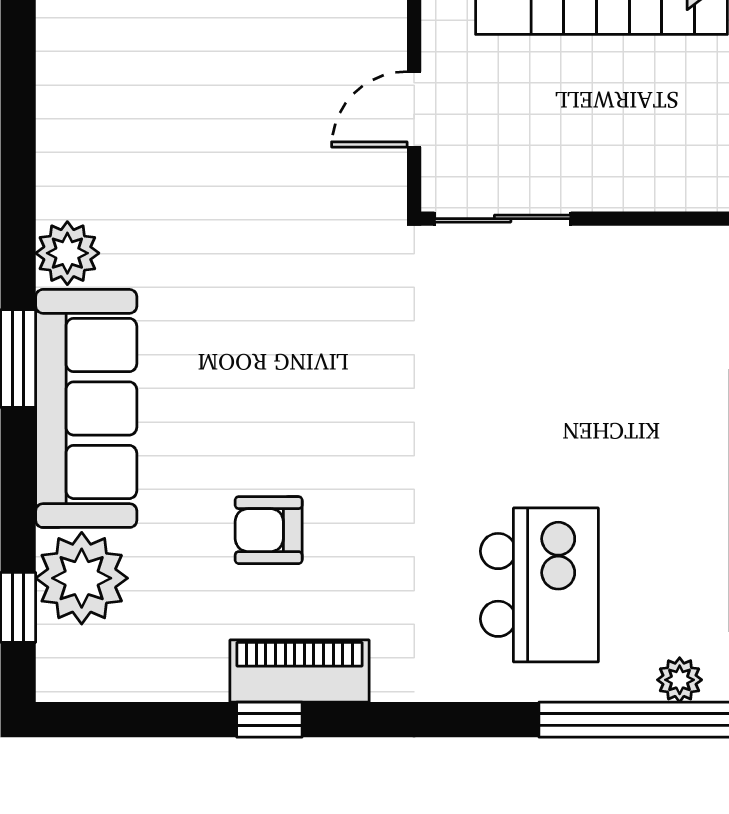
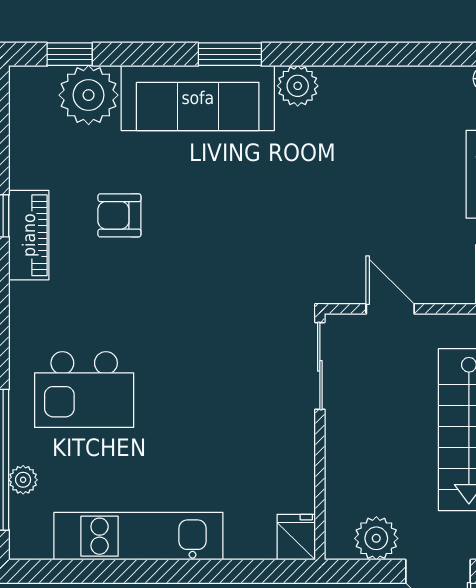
armchair: (269, 530) -> (119, 215), turned -90

